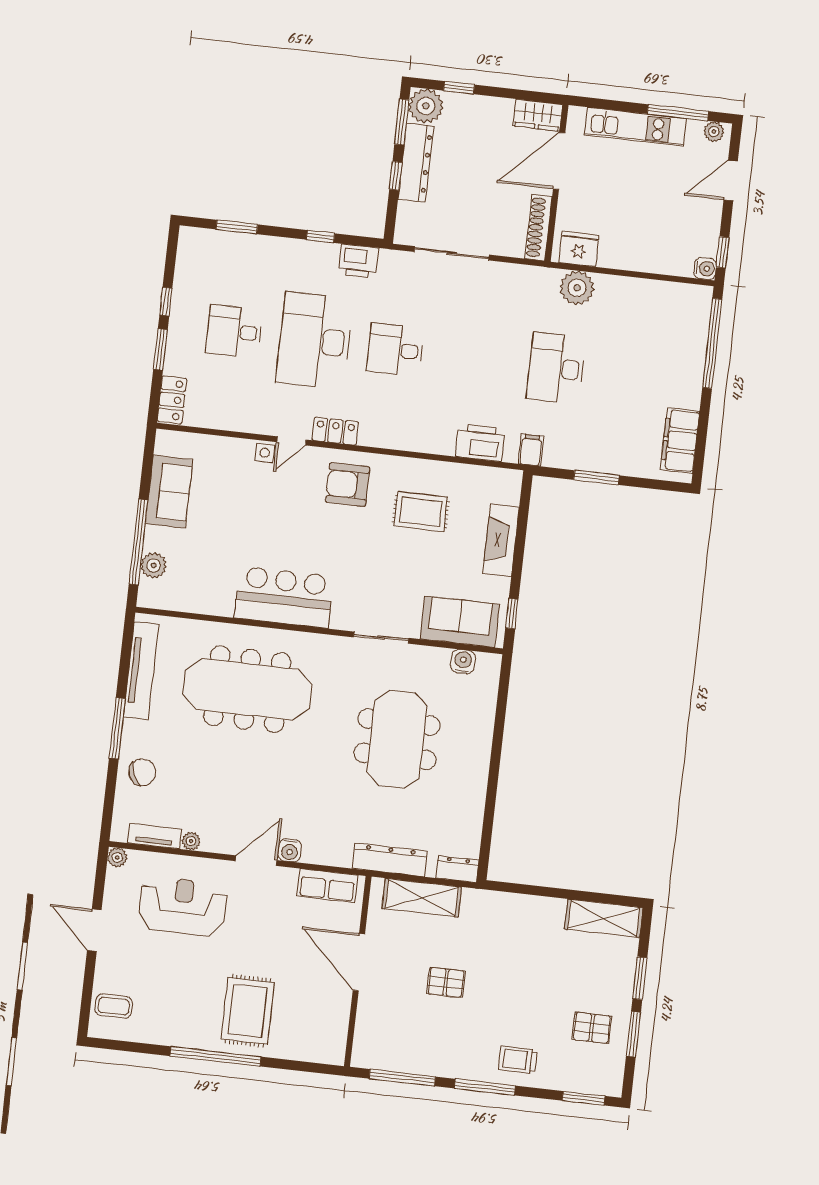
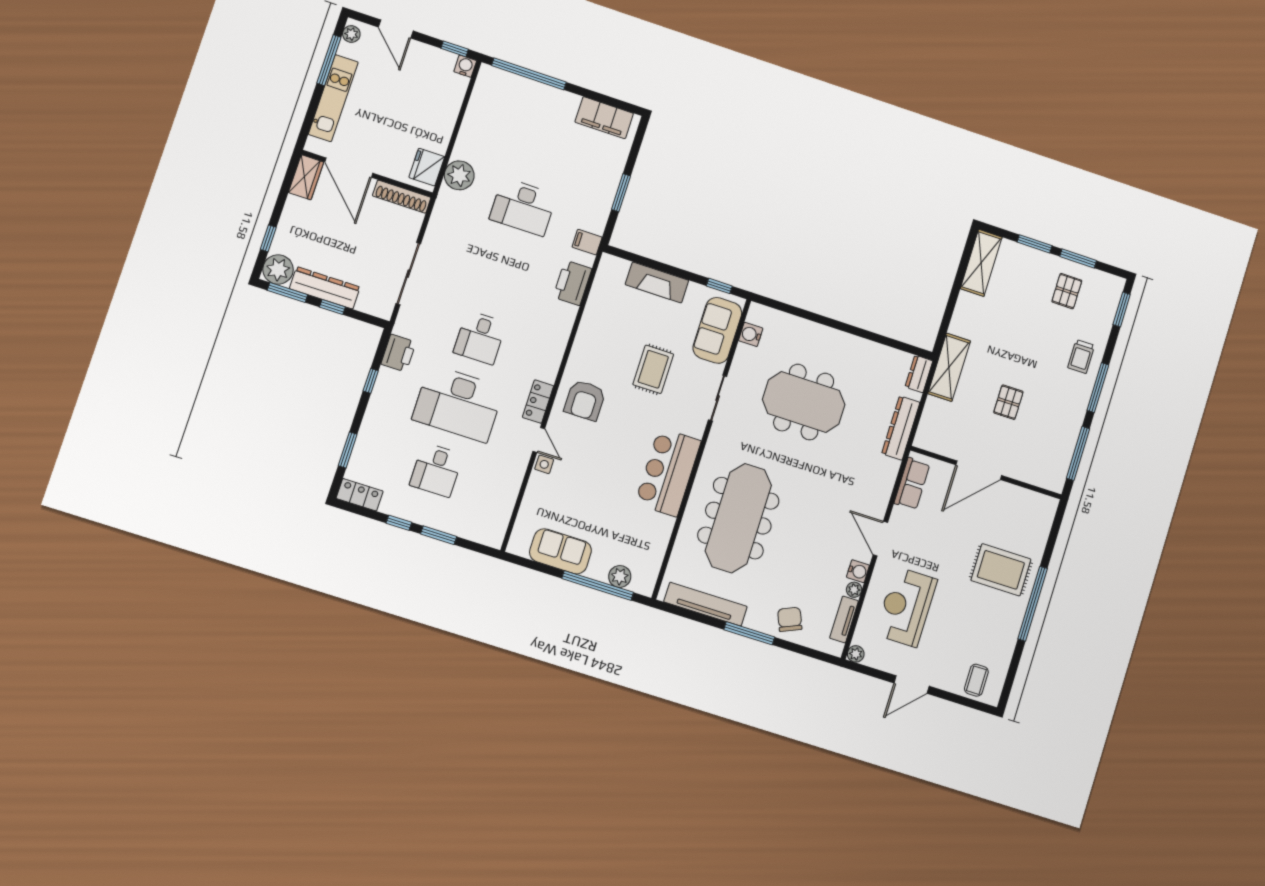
locker: (172, 400) -> (360, 495), moved
rug: (421, 512) -> (653, 369), moved
water cooler: (290, 850) -> (858, 571), moved
shelving: (422, 898) -> (949, 367), moved

